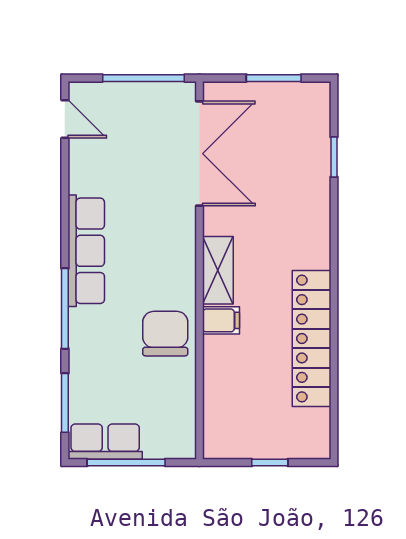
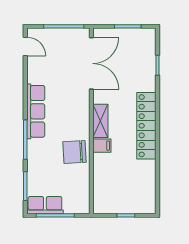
chair: (165, 334) -> (75, 152), turned -93
locker: (312, 339) -> (146, 126), moved

